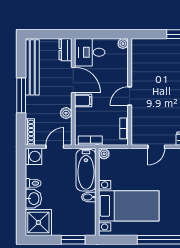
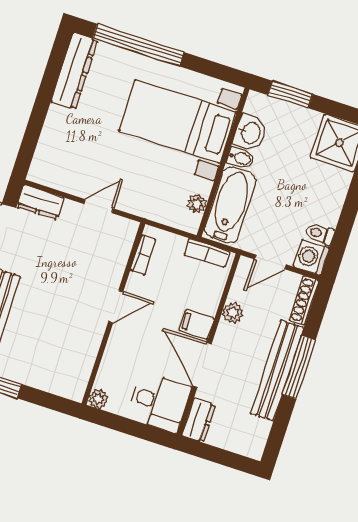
bench: (32, 67) -> (277, 370), moved
plant: (104, 154) -> (197, 204), moved
toilet: (33, 183) -> (320, 234), moved
washbasin: (33, 199) -> (250, 133), moved, turned 180

